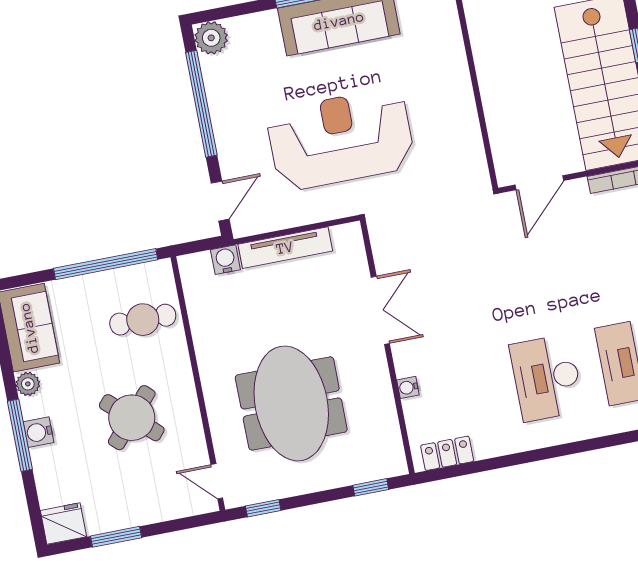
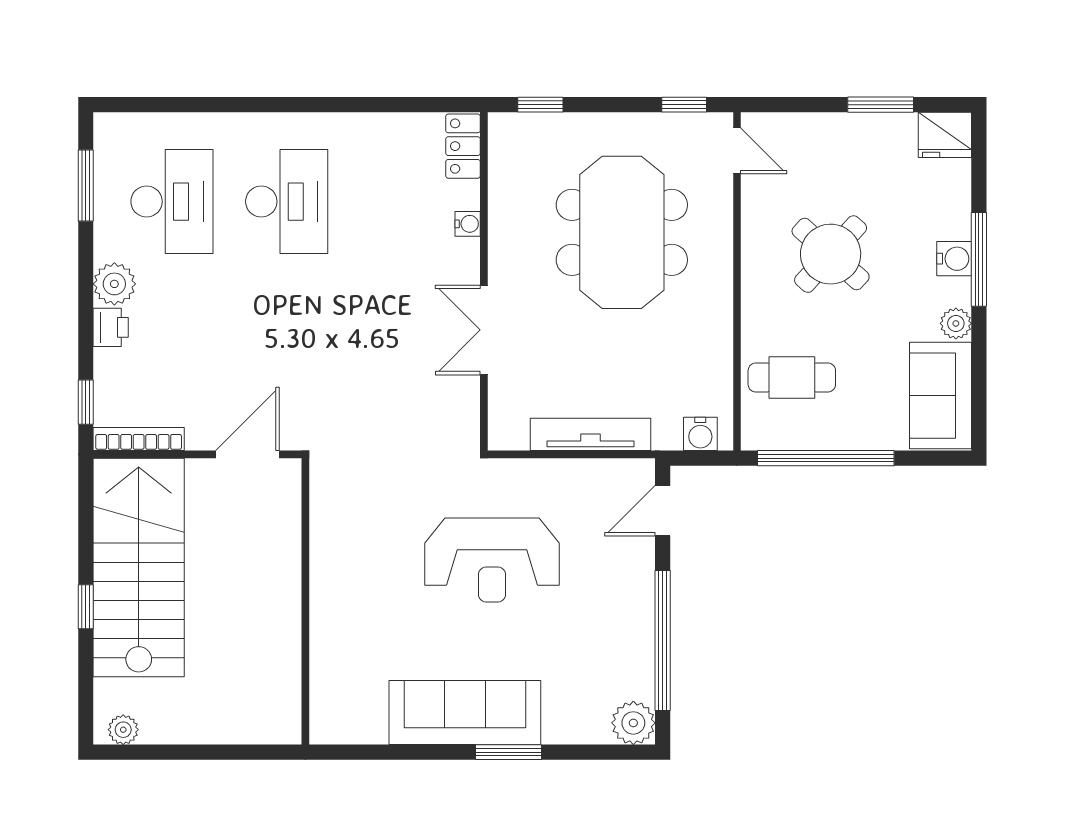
reception desk: (341, 139) -> (492, 560), width x0.74, depth x0.77
water cooler: (225, 260) -> (700, 434), moved
locker: (447, 453) -> (463, 146), moved, turned 90

